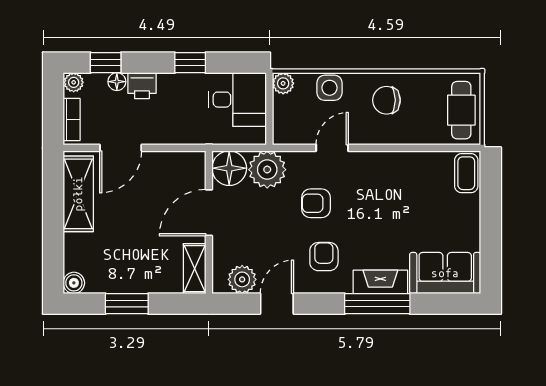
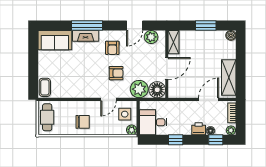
side table: (329, 88) -> (125, 114), moved

